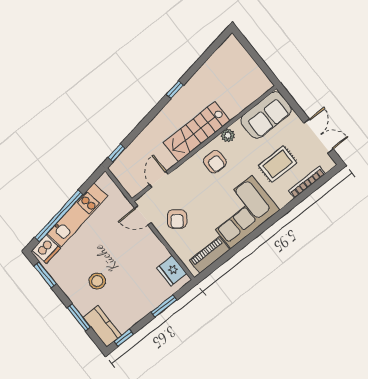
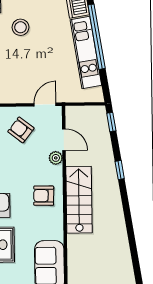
window: (175, 90) -> (120, 170), moved
plant: (228, 135) -> (56, 158), moved

